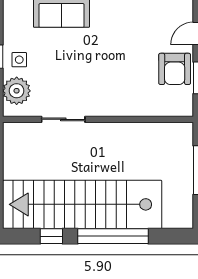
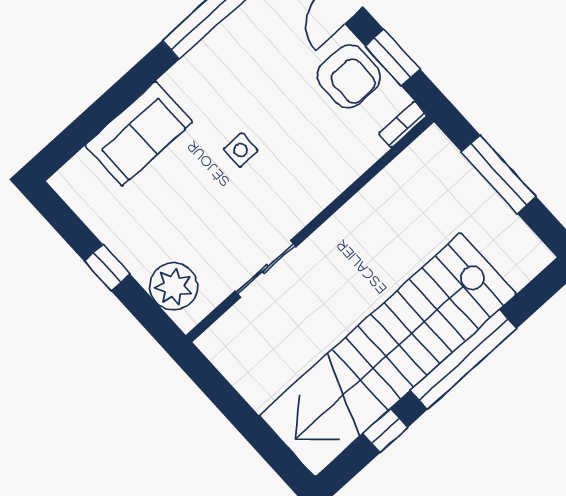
side table: (19, 60) -> (241, 150), moved
bookcase: (179, 111) -> (403, 124), added

